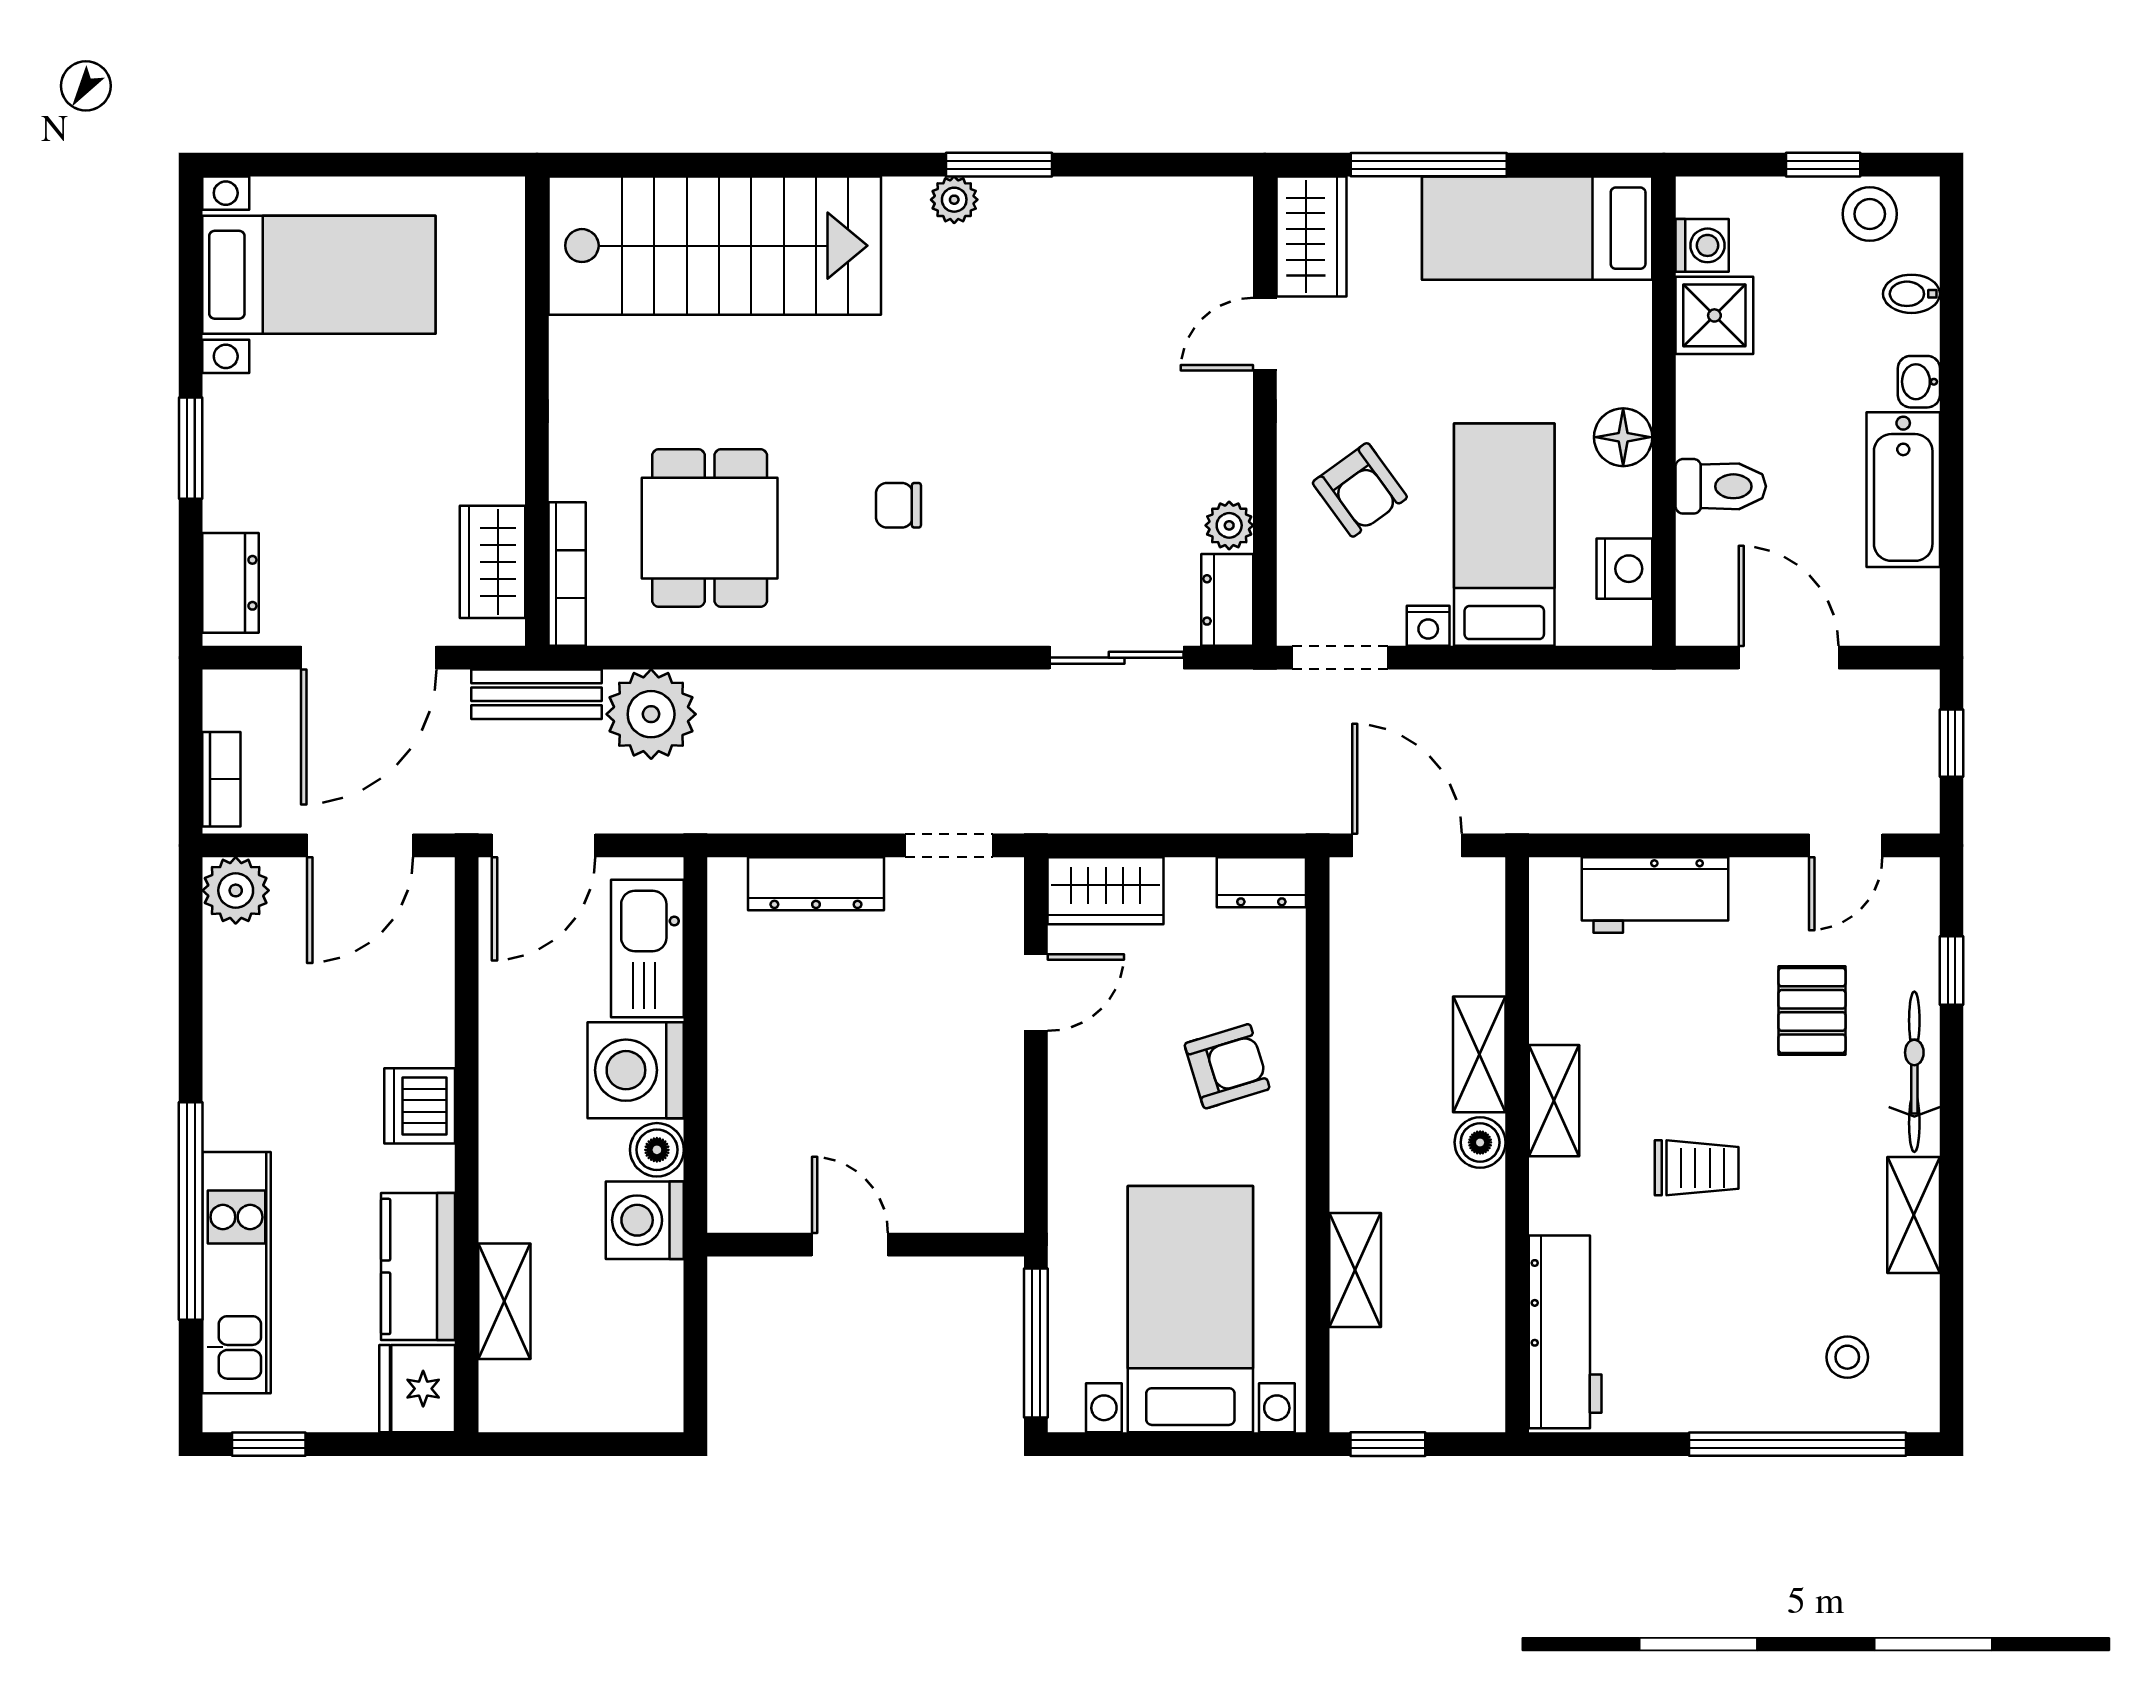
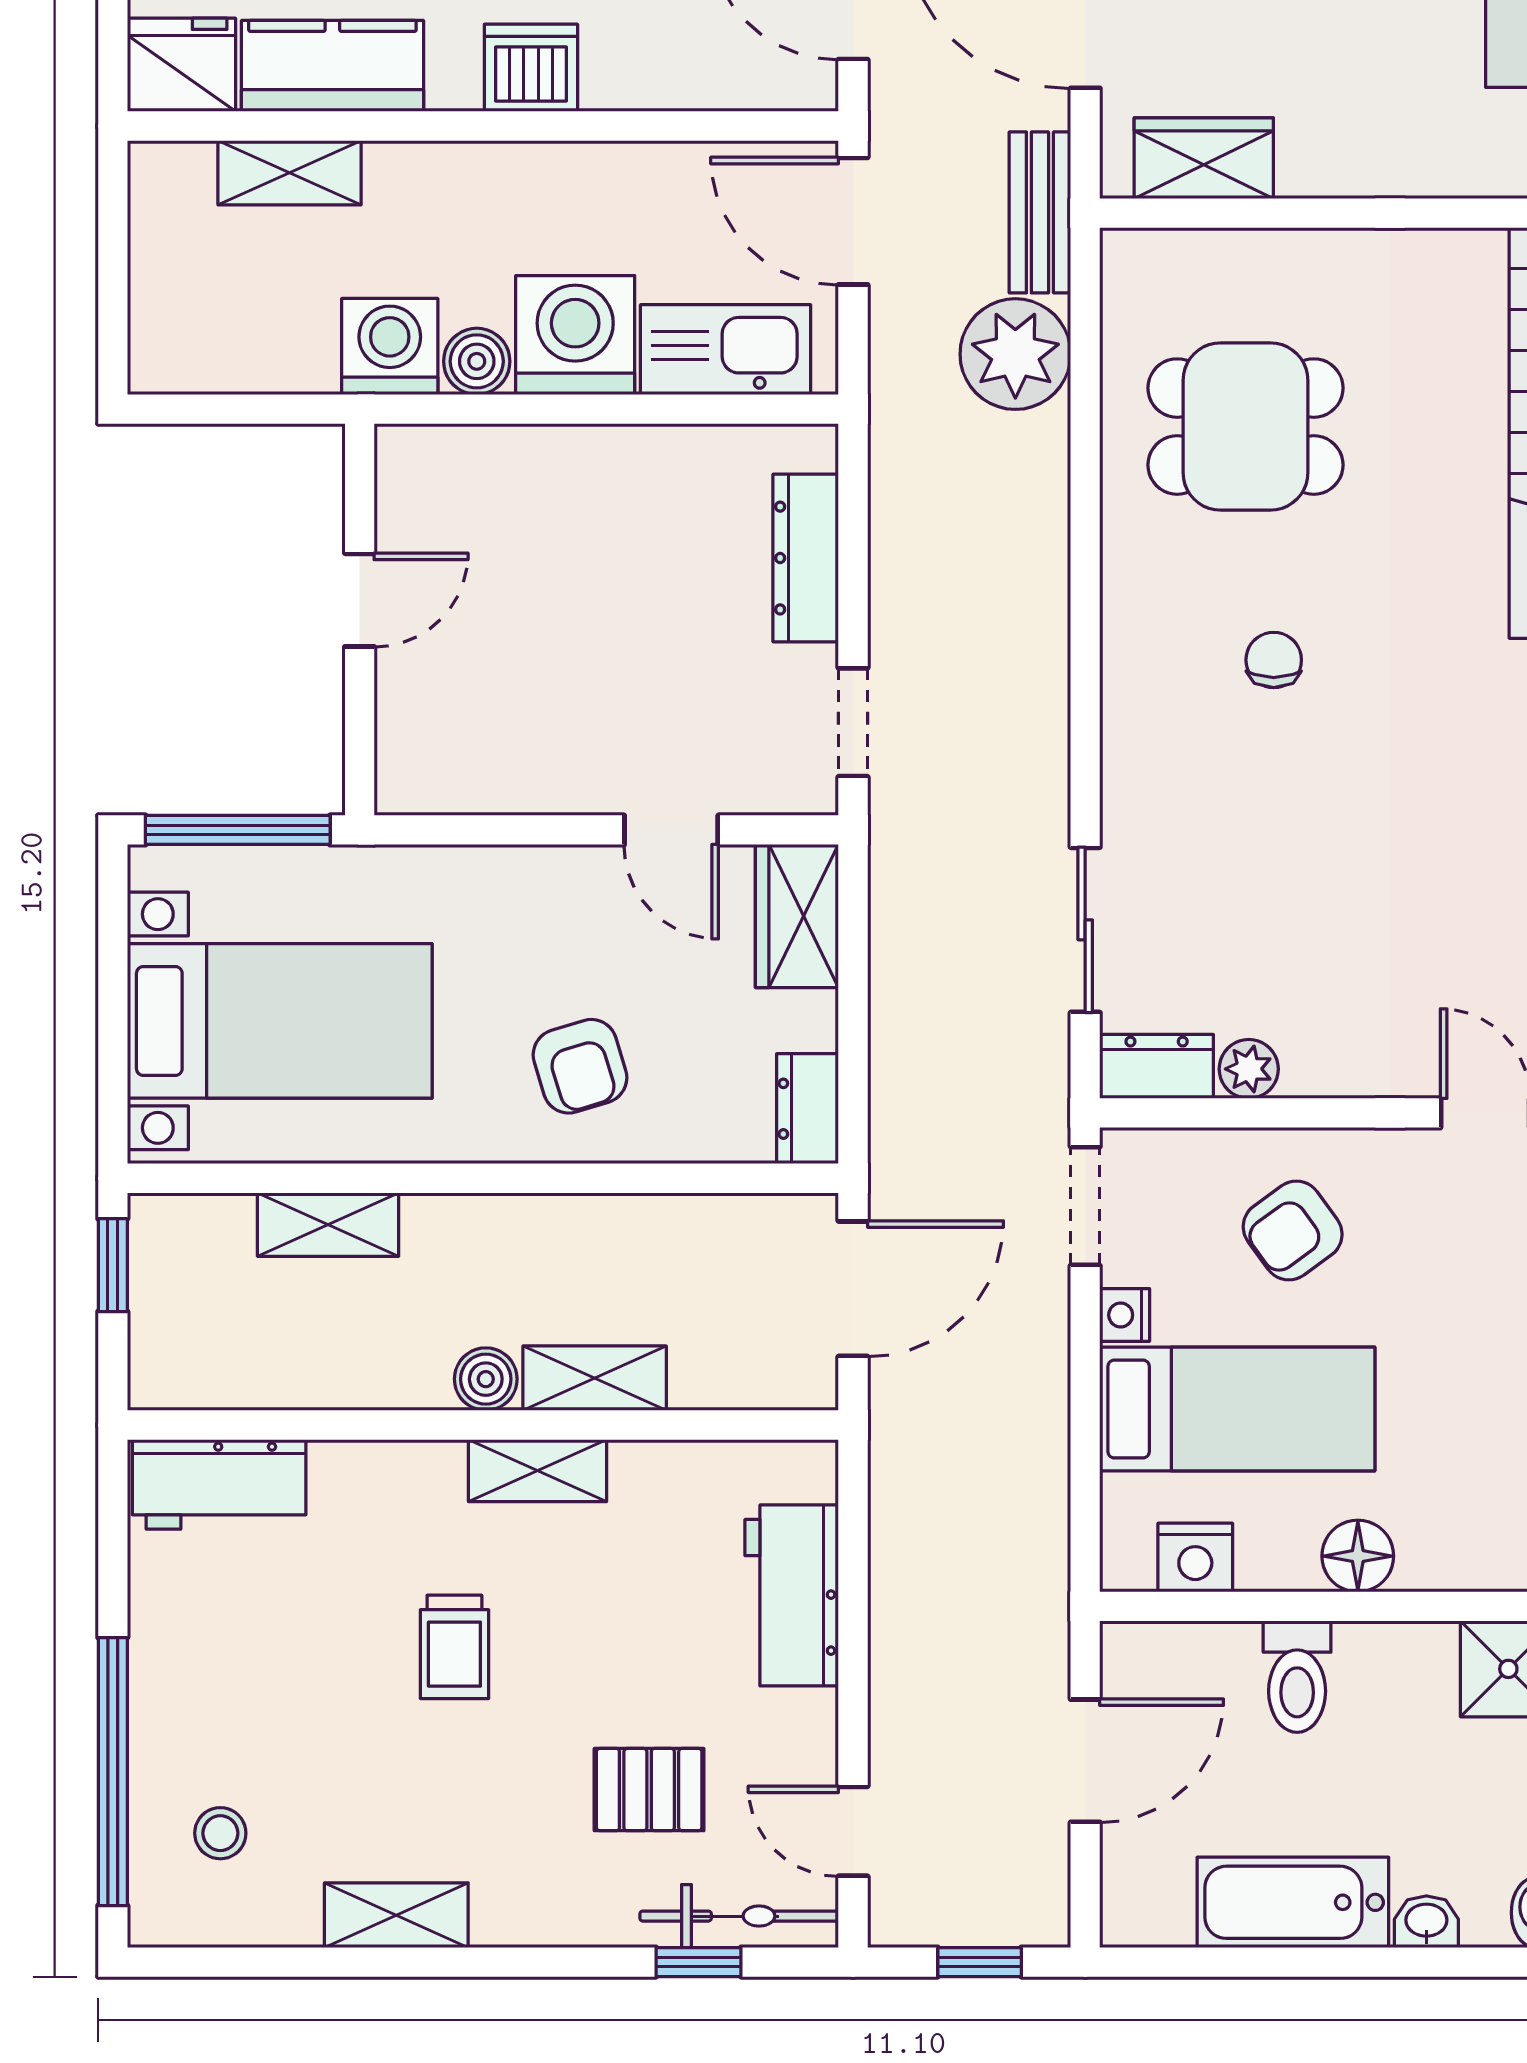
bookcase: (567, 574) -> (1189, 250), removed
bicycle: (1914, 1072) -> (739, 1916), moved
workbench: (1565, 1332) -> (219, 1484), width x0.73

